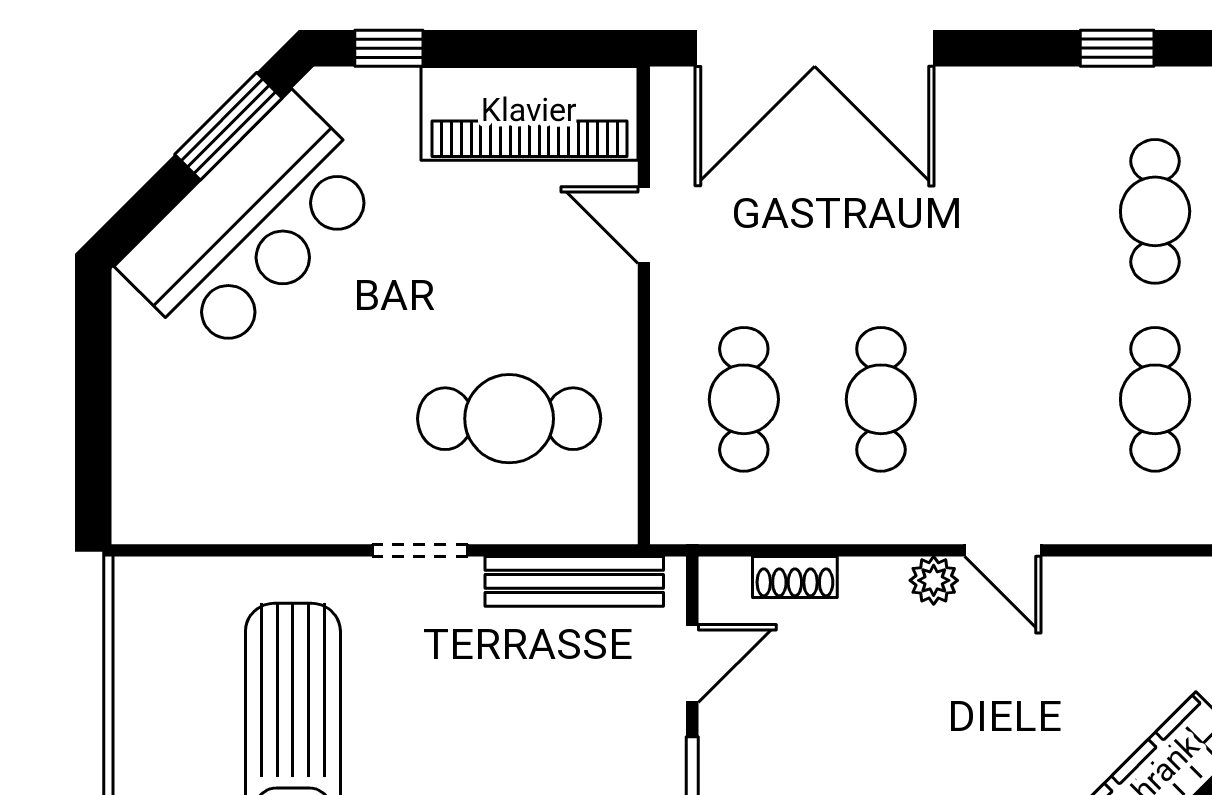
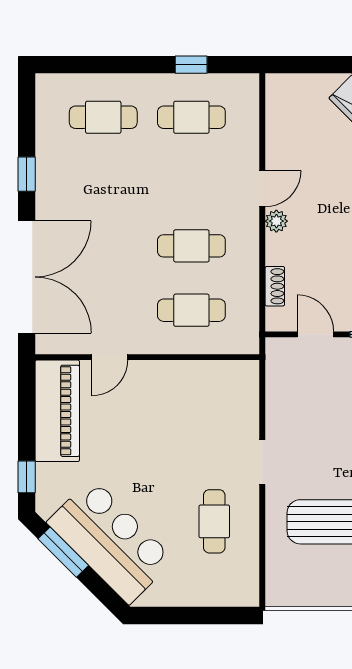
window: (1117, 48) -> (27, 174), moved
cafe table: (509, 419) -> (214, 521), moved, width x0.73, depth x0.74
bench: (574, 581) -> (277, 390), removed

